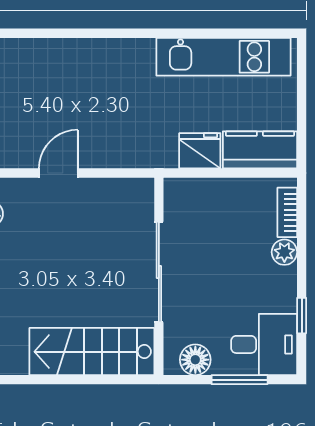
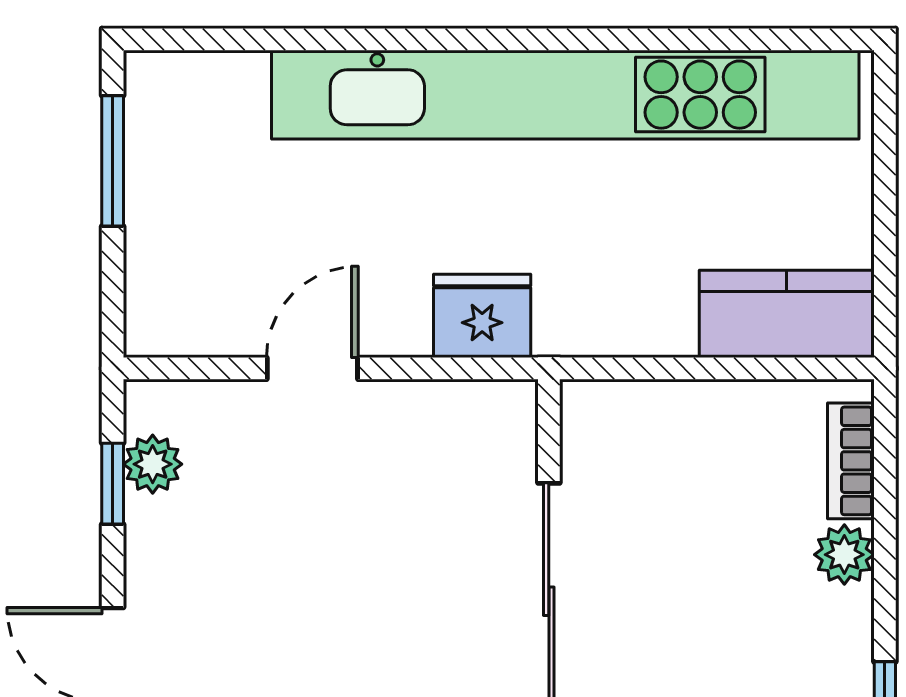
kitchen unit: (223, 57) -> (565, 95), width x1.86
fridge: (200, 151) -> (482, 316), moved

